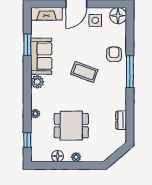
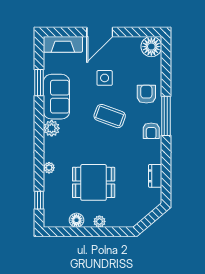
side table: (95, 20) -> (105, 78), moved
armchair: (118, 84) -> (151, 131), added

